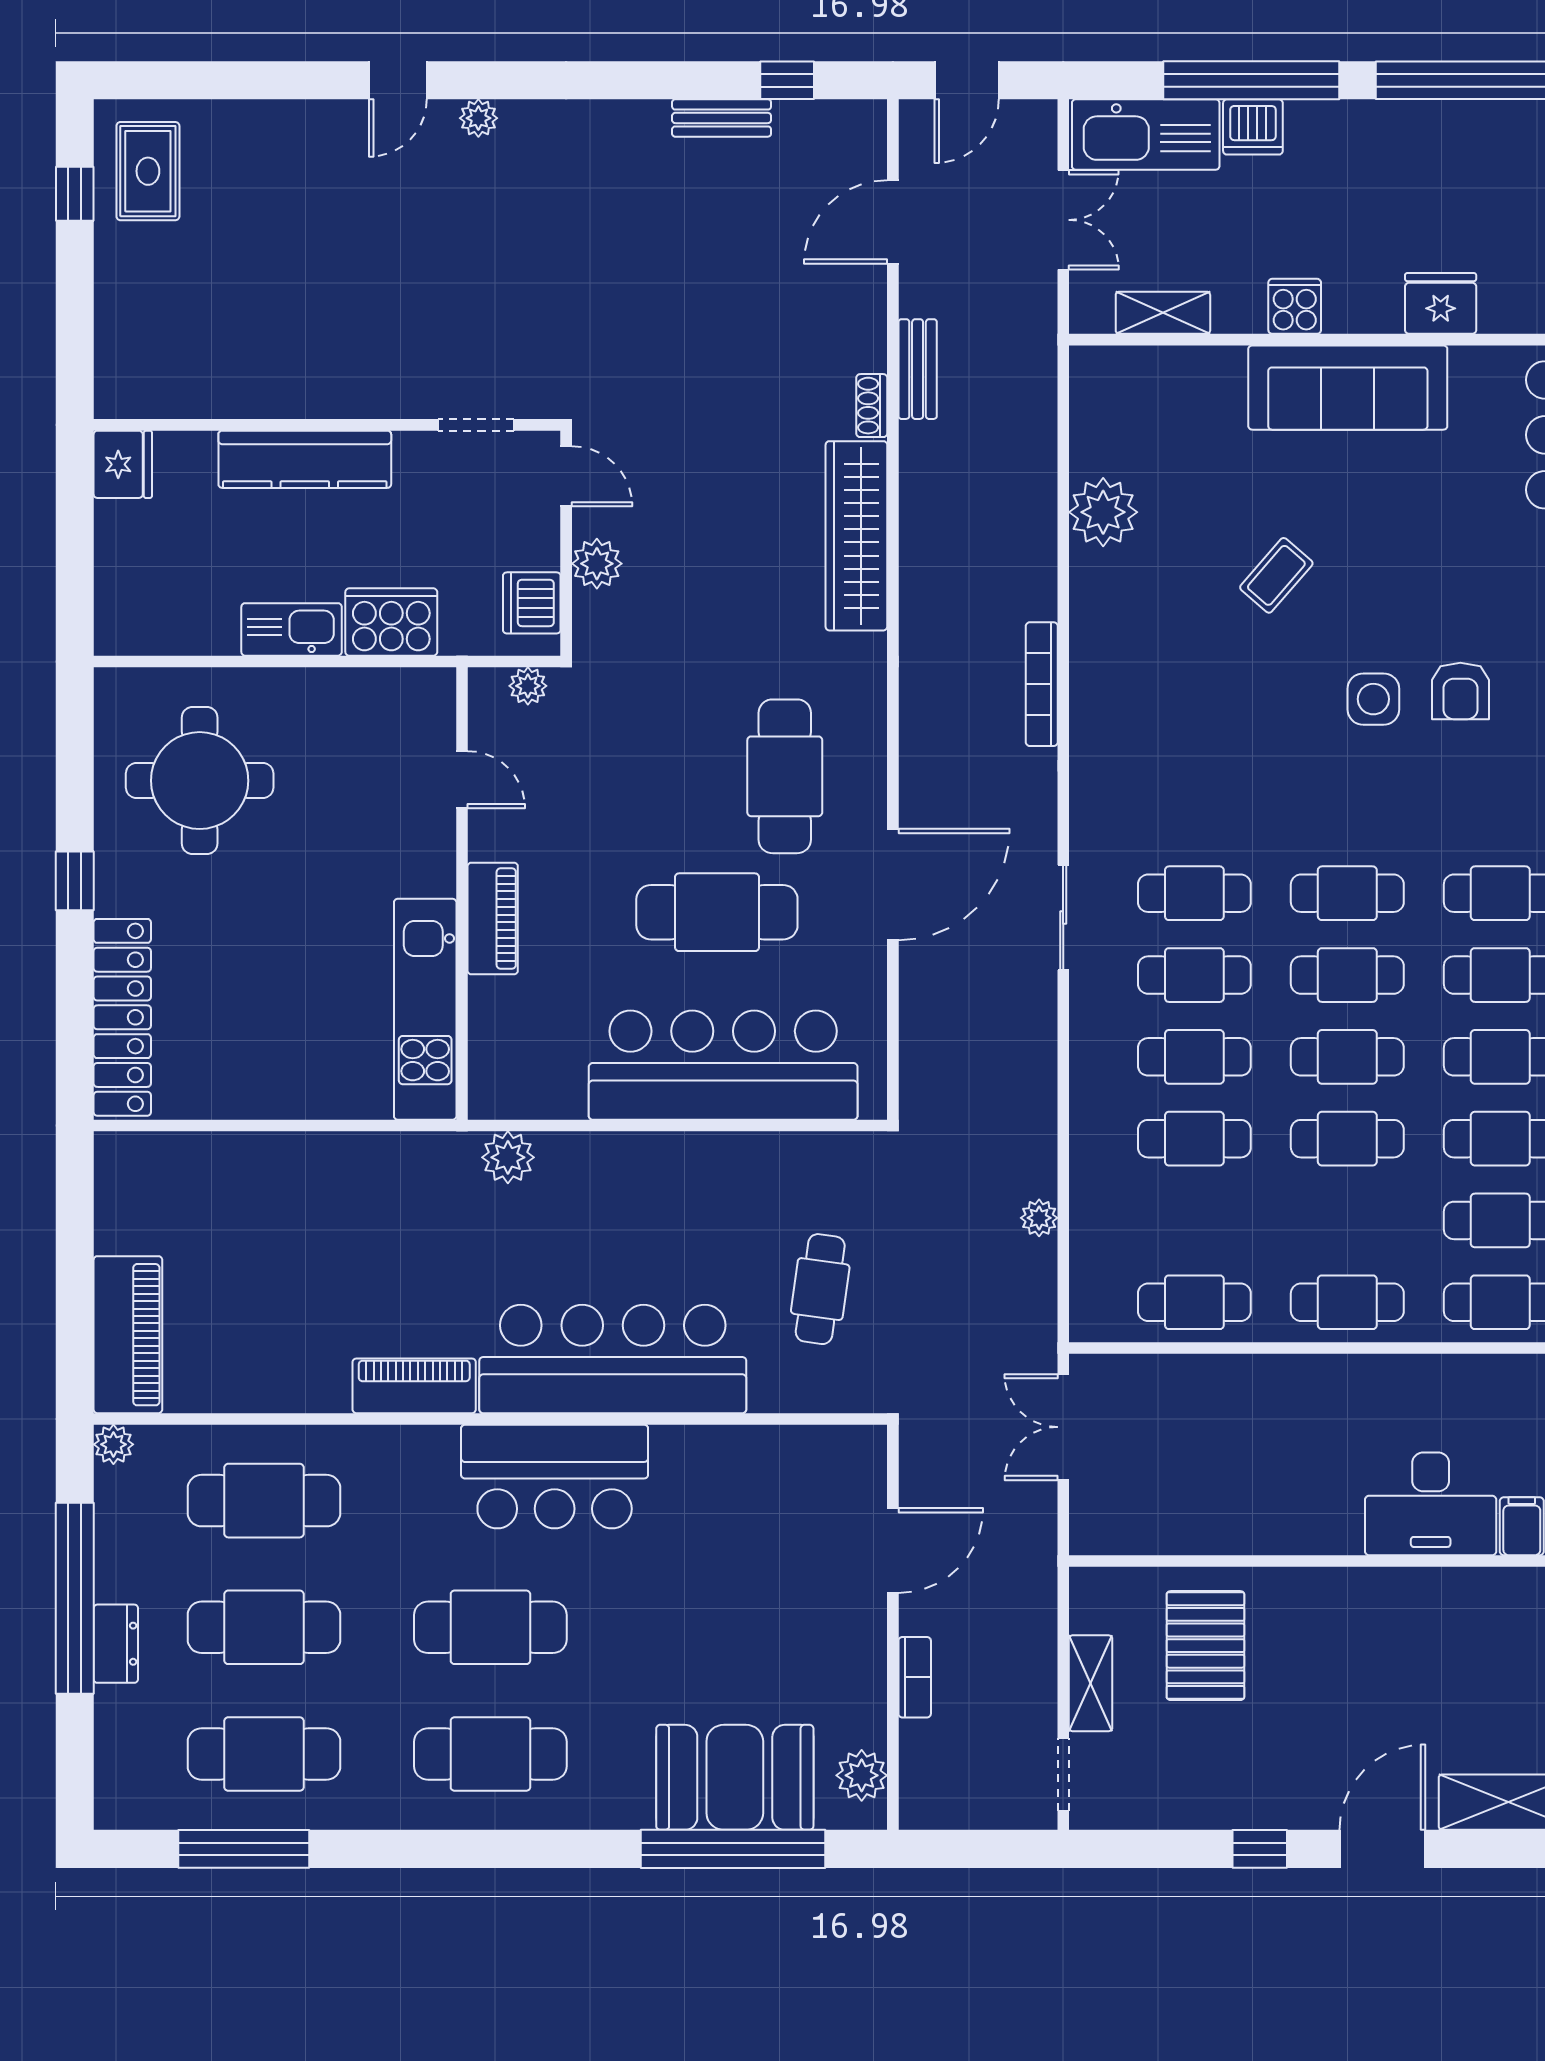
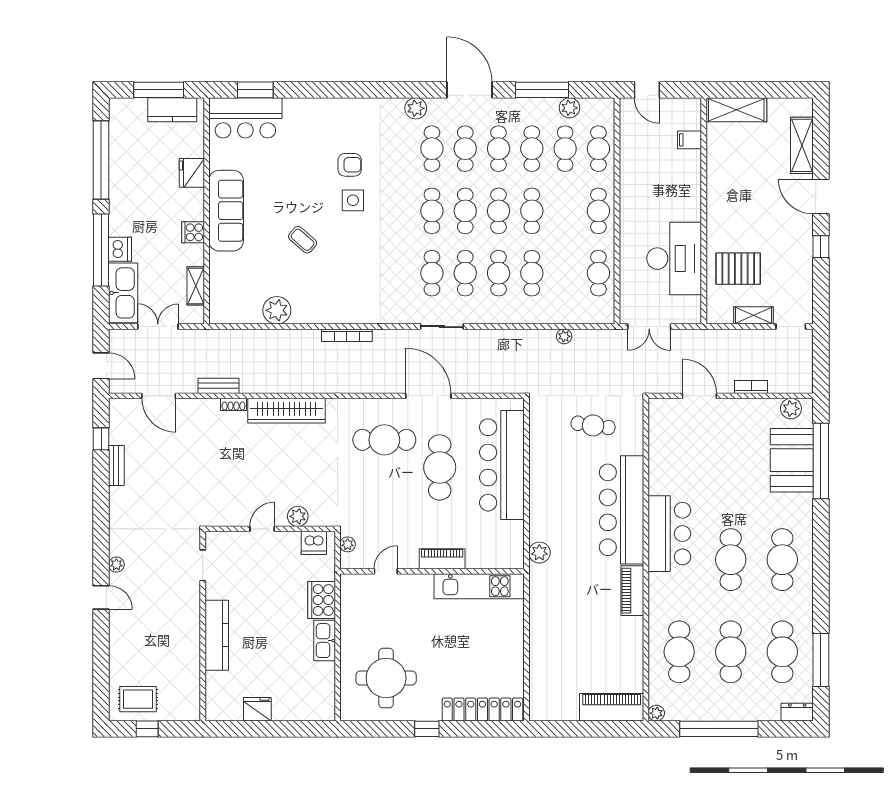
wall: (327, 425) -> (203, 626), moved
doorway: (476, 425) -> (203, 565), moved
kitchen counter: (305, 459) -> (217, 635), moved
desk: (1431, 1504) -> (674, 259), moved, width x1.36, depth x1.30
dresser: (116, 1644) -> (797, 712), moved

